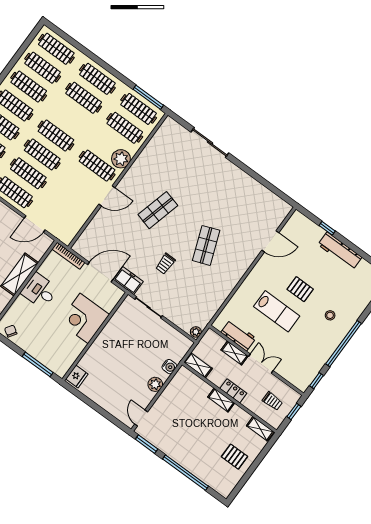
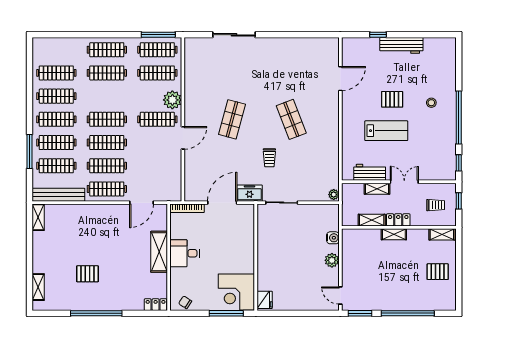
clothes rail: (56, 49) -> (56, 50), removed
corner desk: (84, 318) -> (236, 292), moved
shelving: (198, 365) -> (372, 220), moved

